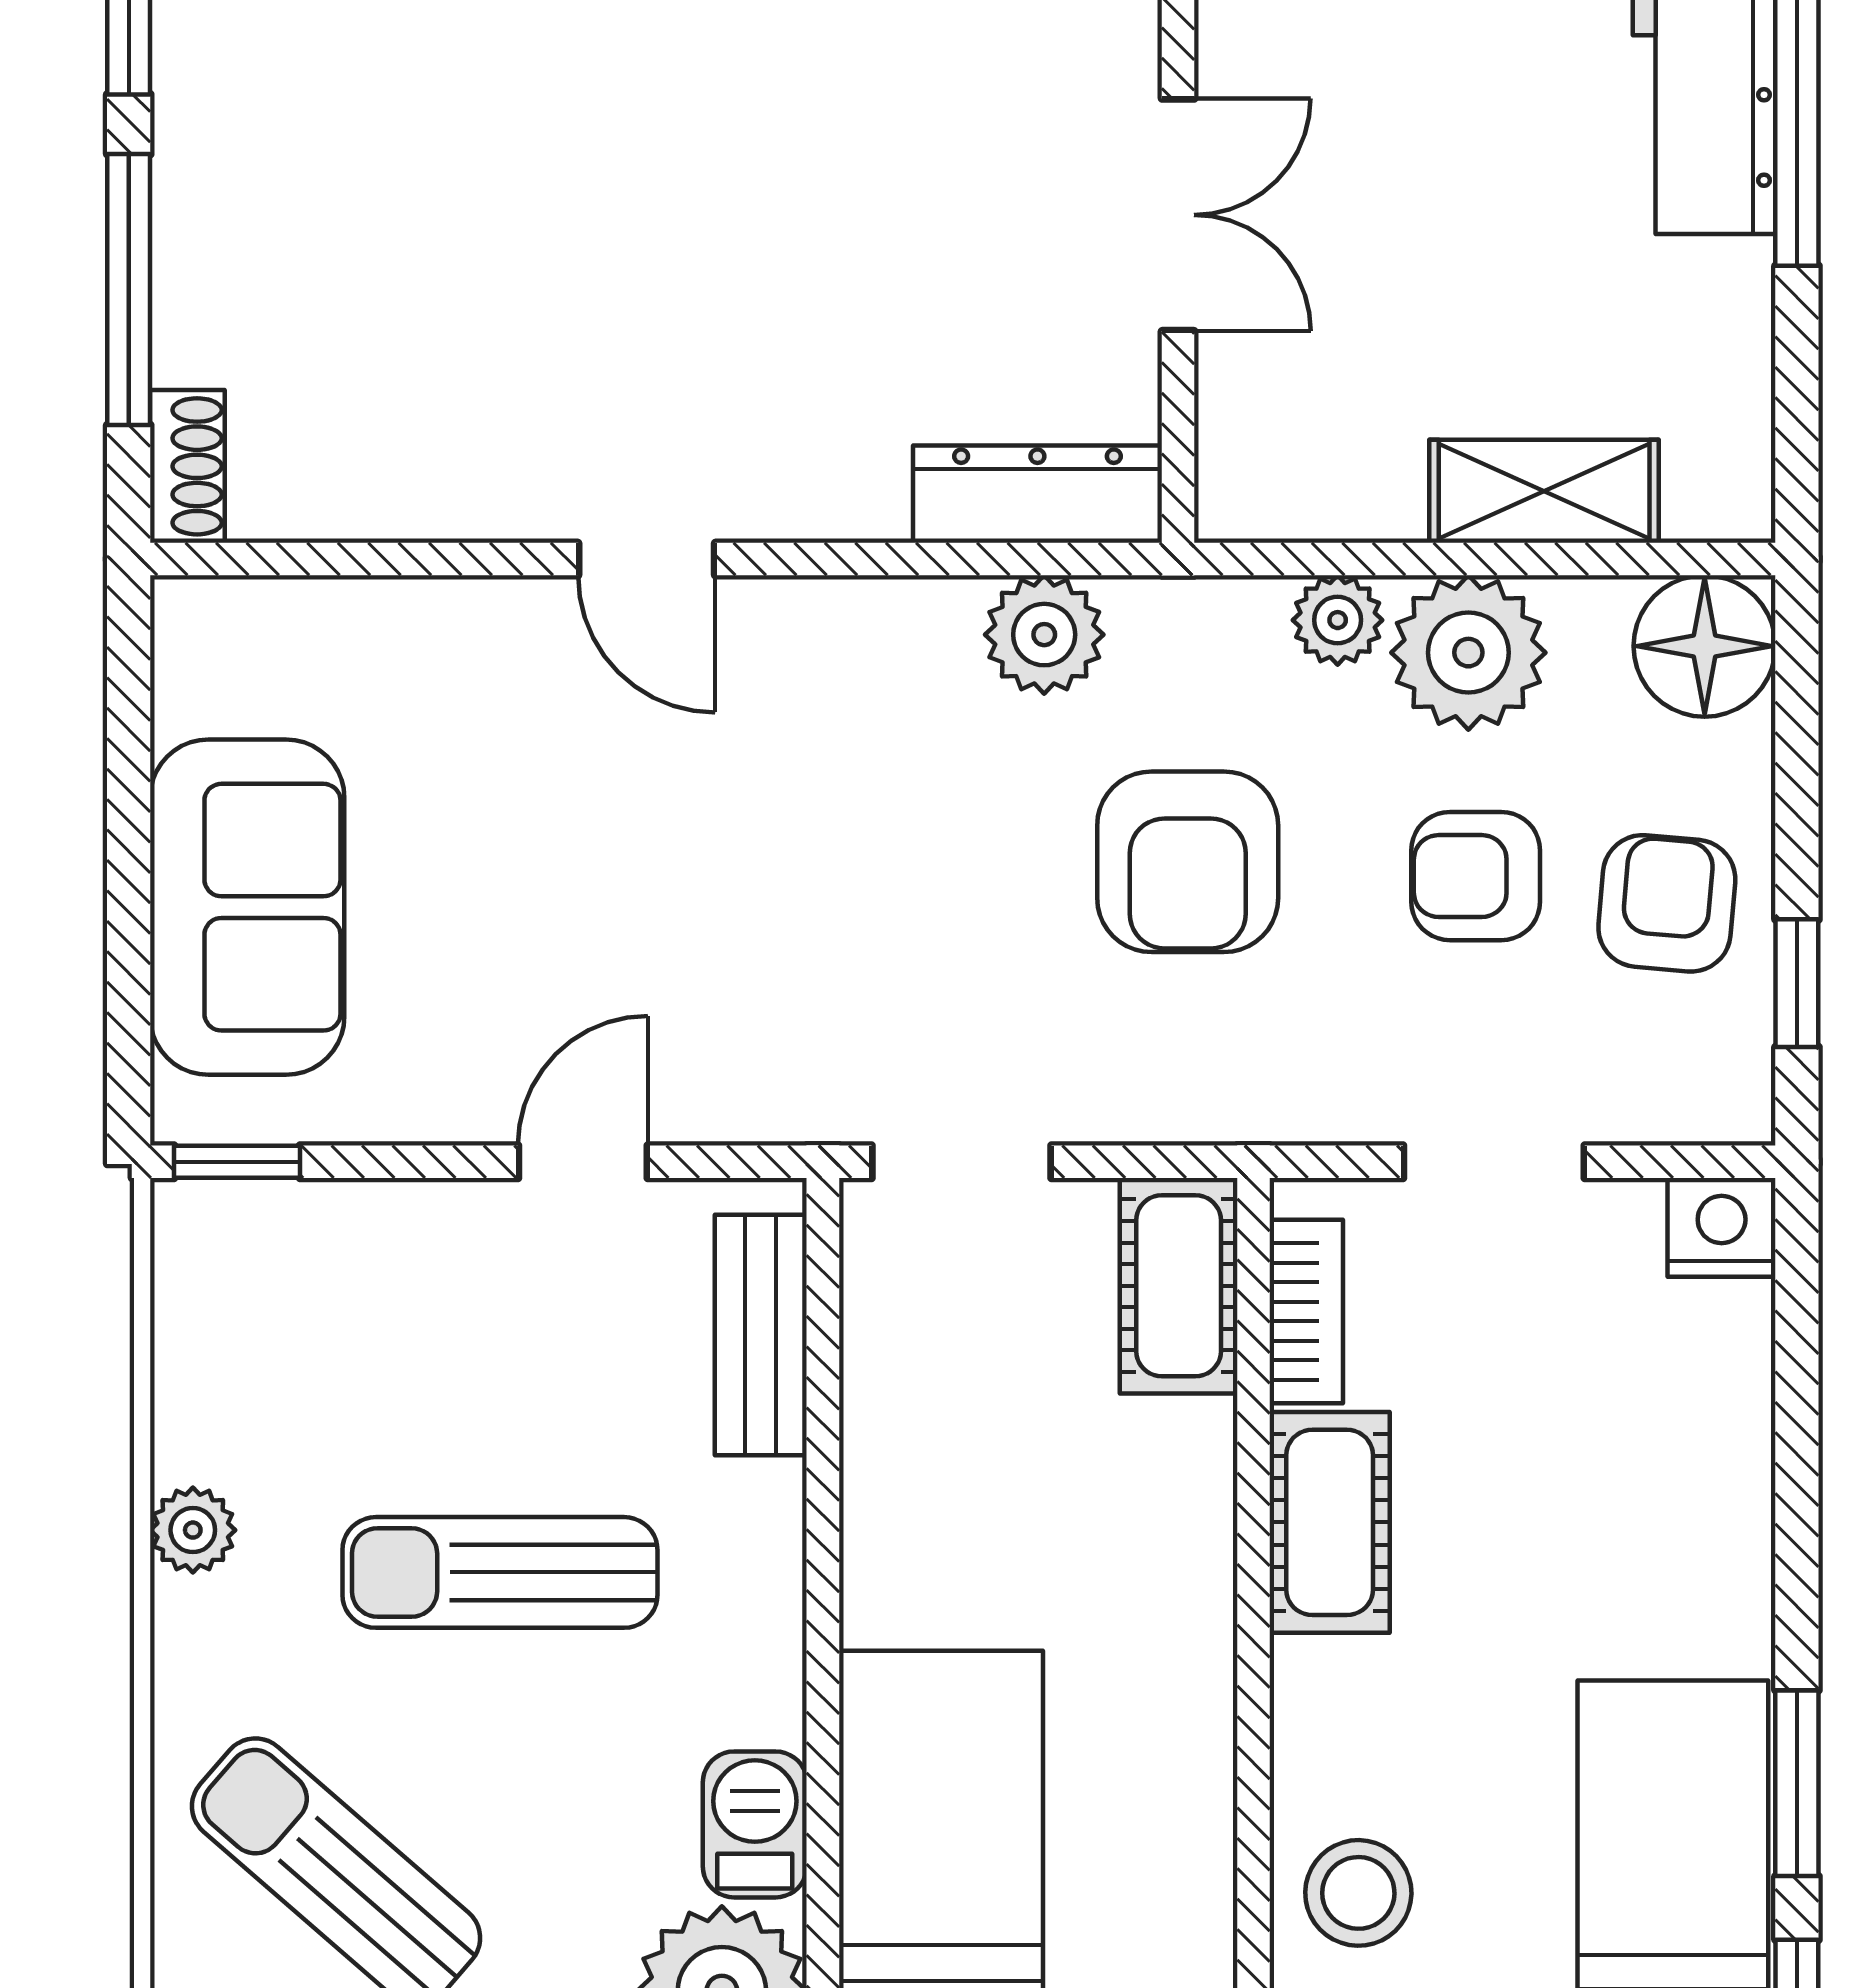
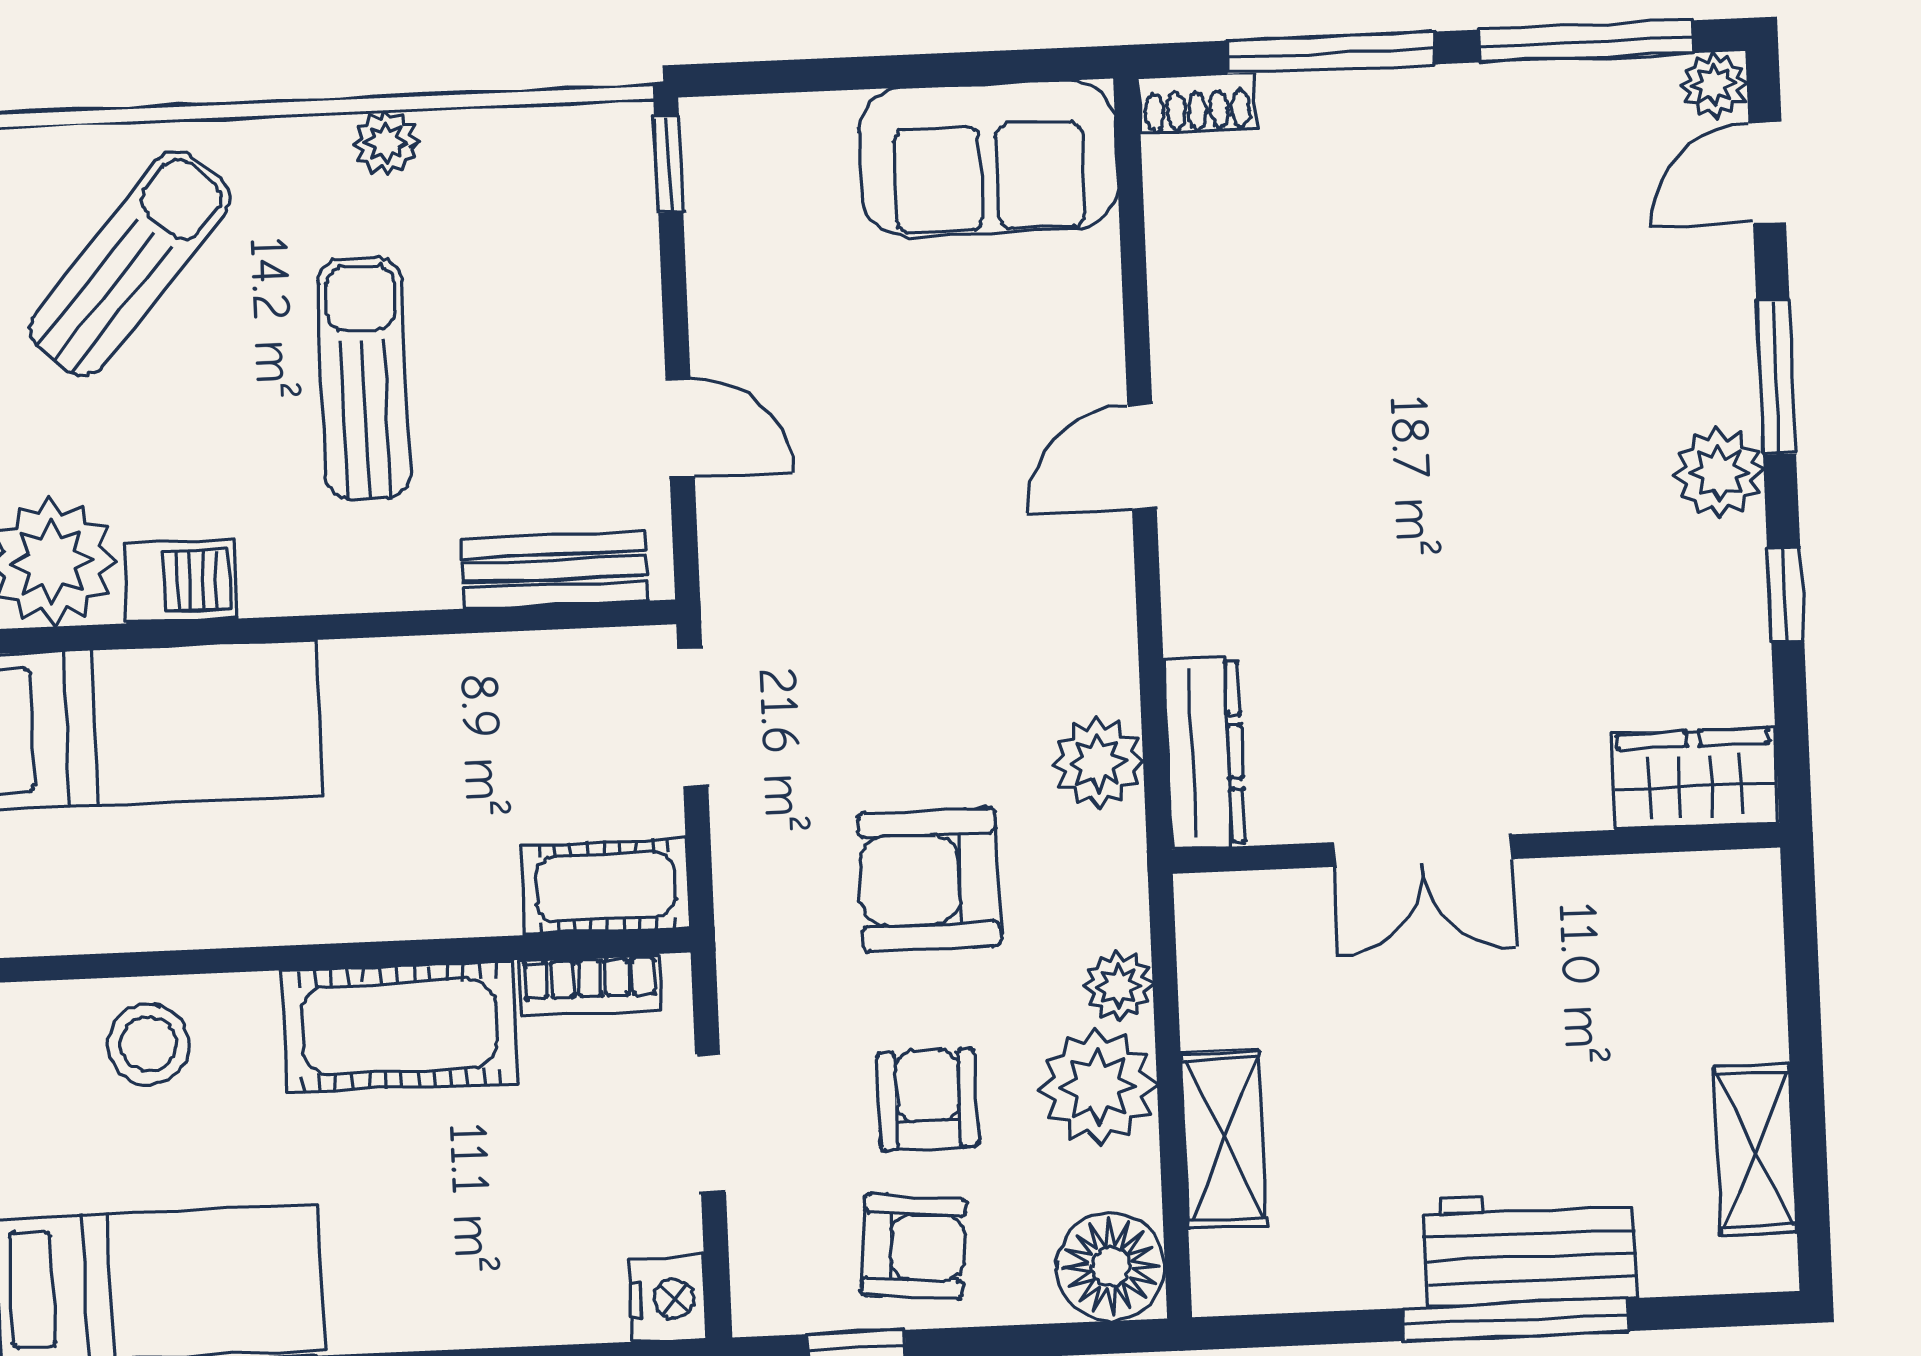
sofa: (247, 907) -> (988, 158), moved
cot: (1330, 1522) -> (399, 1027), width x1.37, depth x1.34

